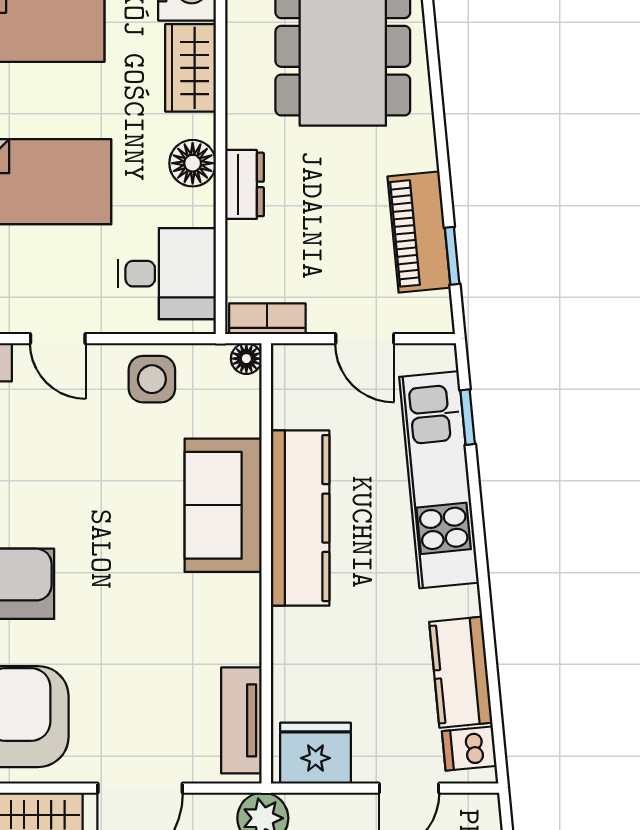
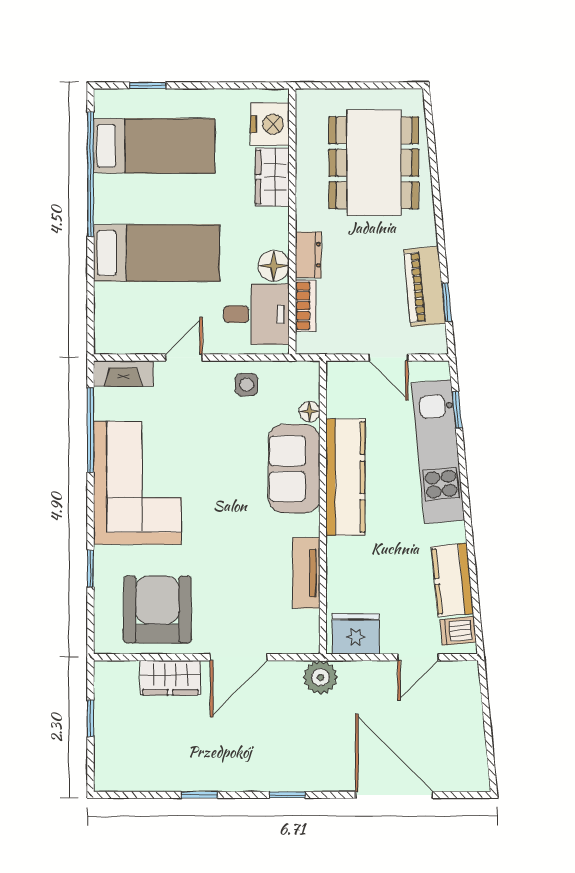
floor lamp: (193, 163) -> (274, 266), moved
bookcase: (267, 319) -> (306, 306), moved, turned 90
door: (58, 339) -> (184, 358), swing flipped
floor lamp: (246, 359) -> (310, 411), moved
side table: (152, 379) -> (247, 385), width x0.73, depth x0.73
tv unit: (241, 720) -> (306, 573), moved

